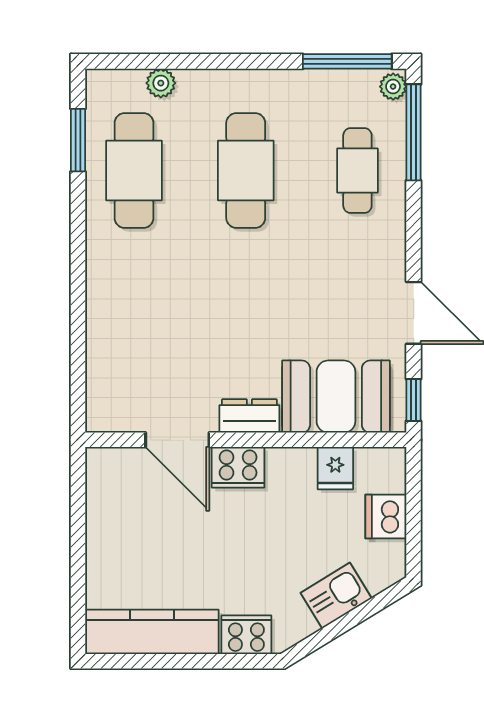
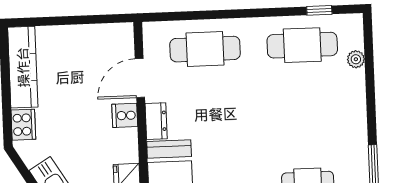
window: (78, 140) -> (319, 10), width x0.67
cafe table: (246, 171) -> (205, 49), moved
cooker: (238, 467) -> (125, 115), width x0.73

